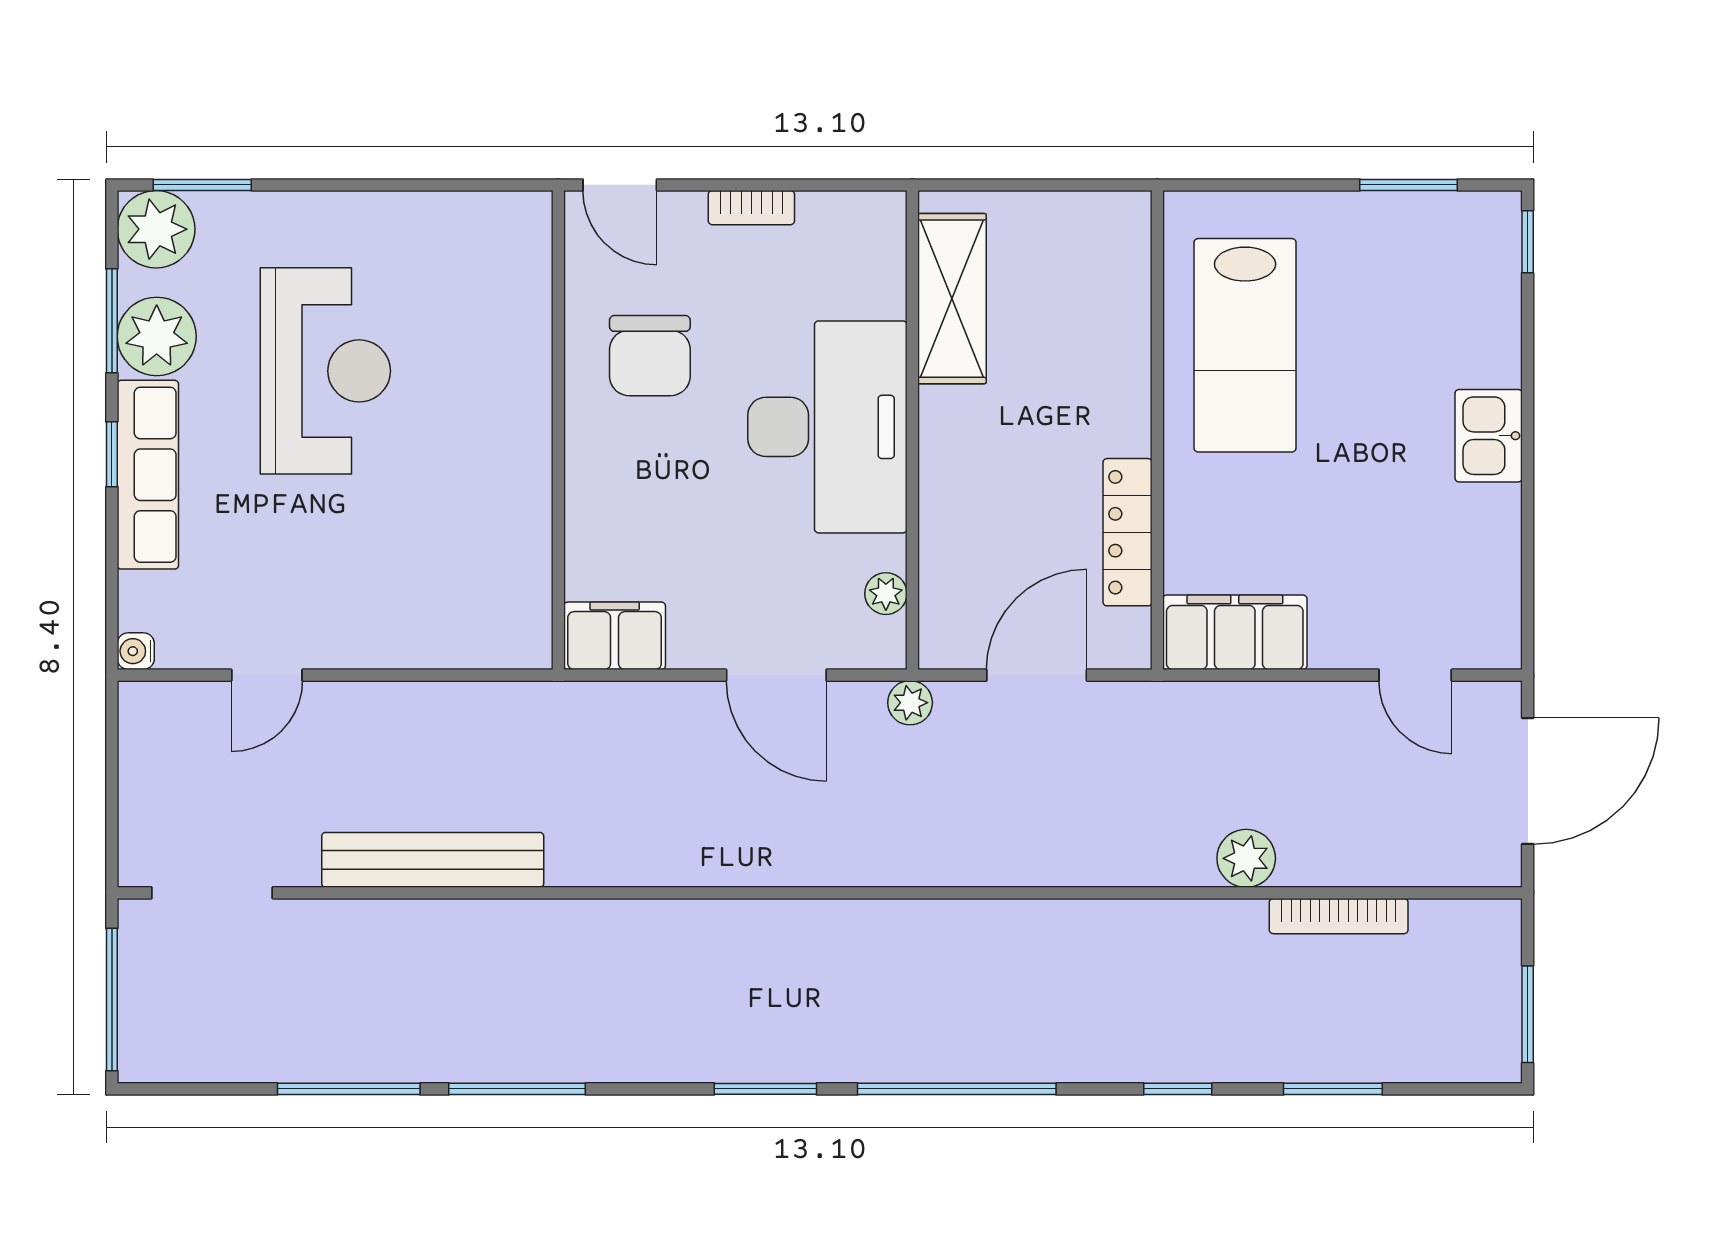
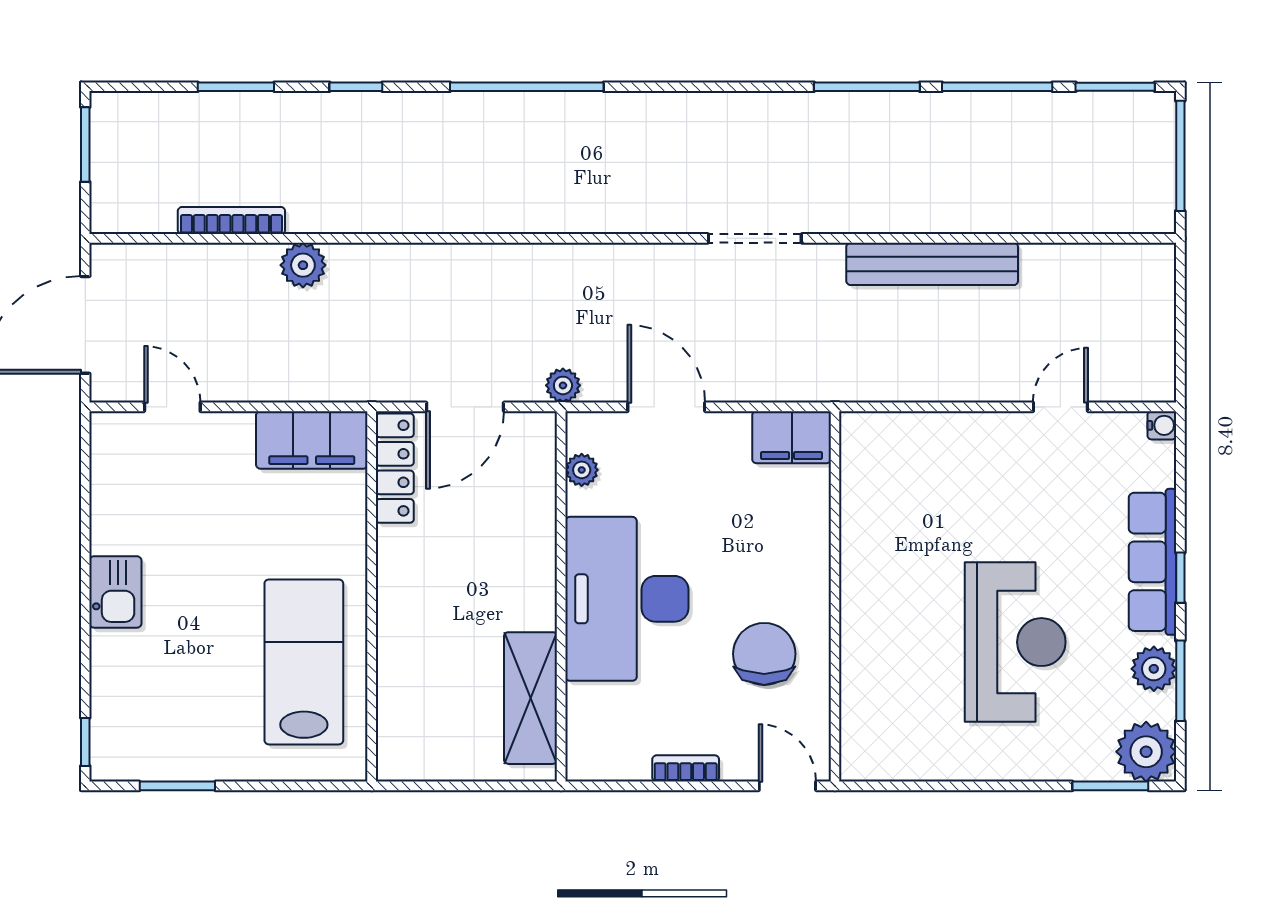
plant: (157, 336) -> (1154, 669), width x0.73, depth x0.73
reception desk: (325, 371) -> (1015, 642), turned 180
locker: (1127, 532) -> (395, 468), moved
doorway: (212, 893) -> (755, 238), moved
window: (765, 1089) -> (1115, 87), moved

